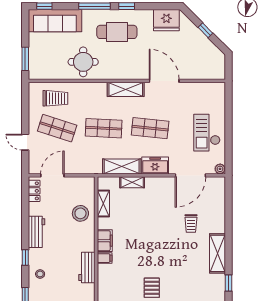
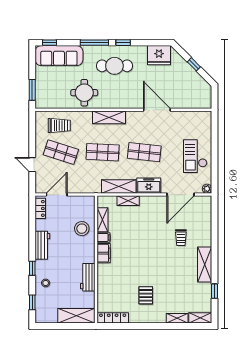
shelving: (126, 89) -> (109, 117), moved
filing cabinet: (105, 258) -> (103, 238), moved

